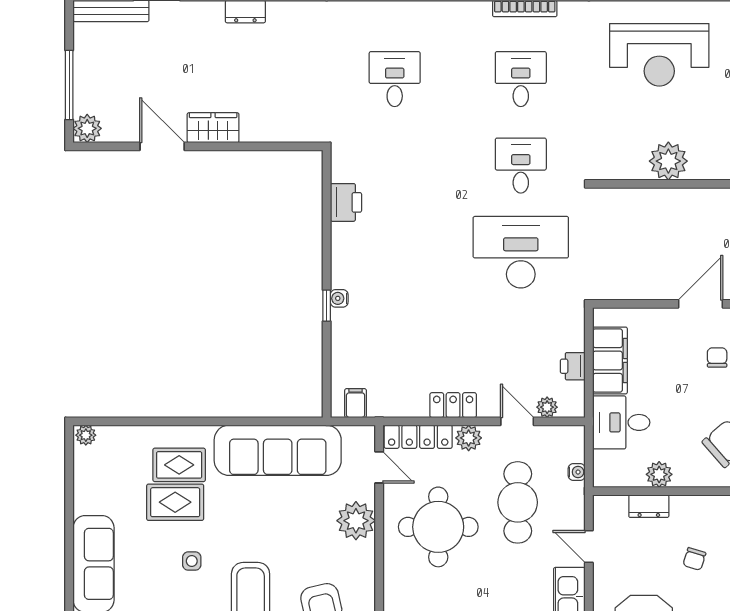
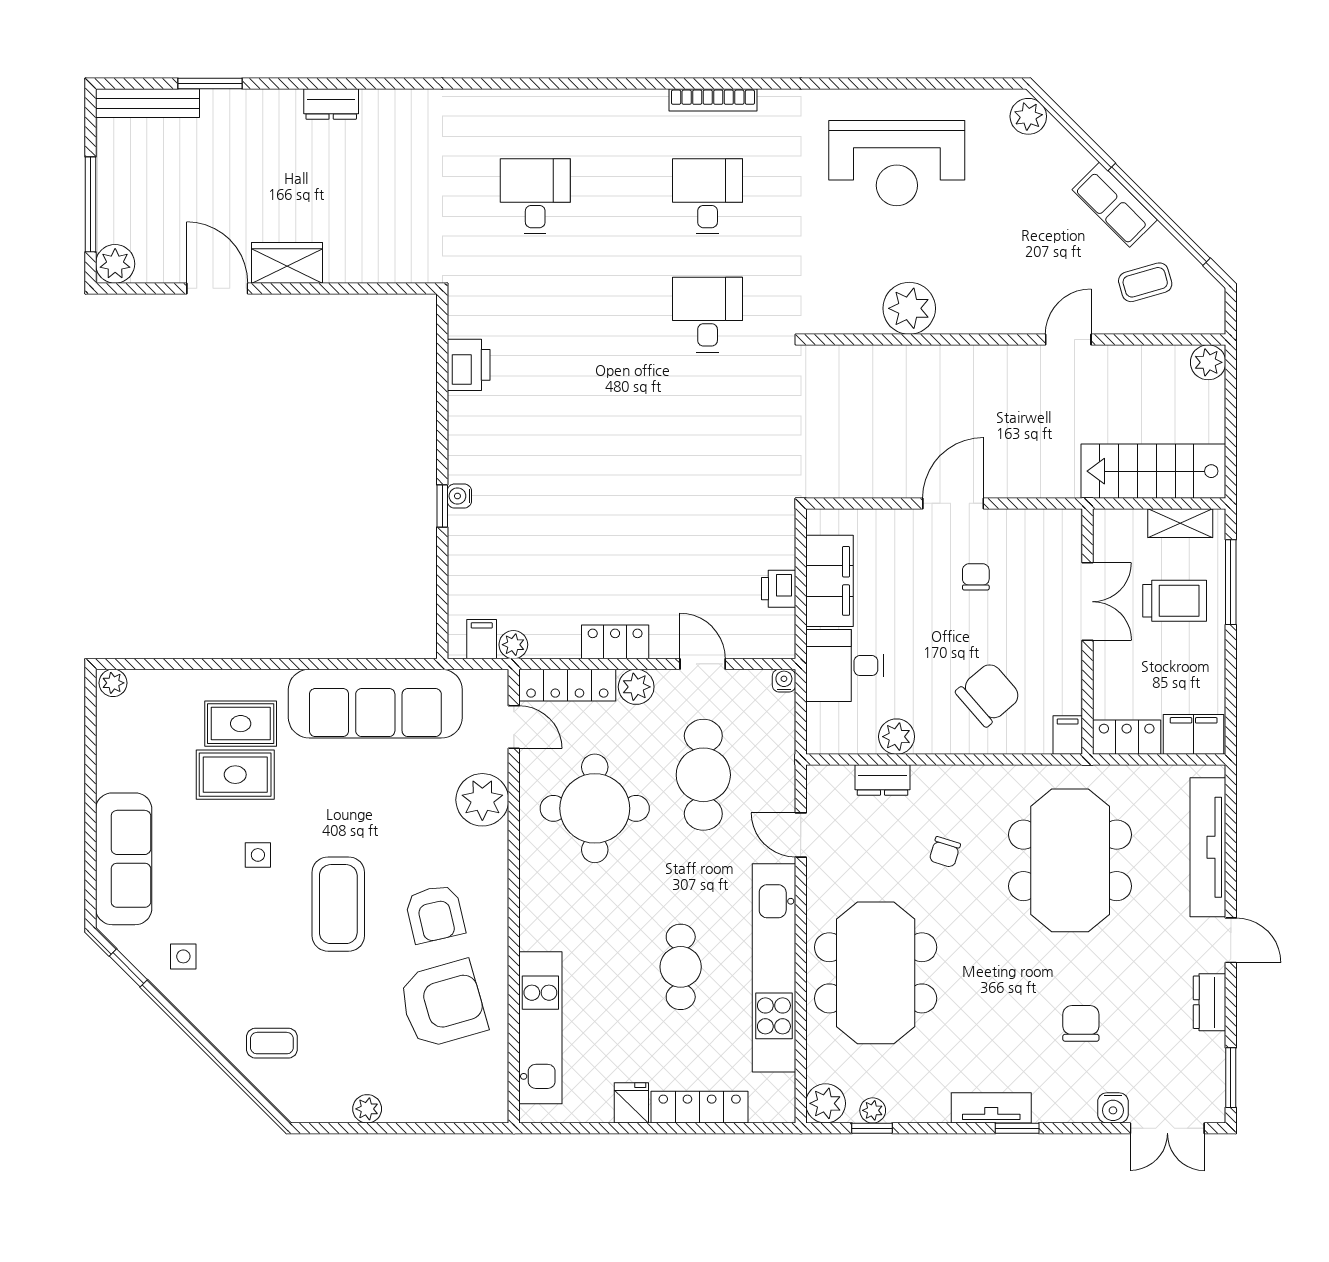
desk: (521, 252) -> (708, 433), removed
plant: (547, 407) -> (513, 645), moved
water cooler: (577, 472) -> (784, 681), moved, turned -90

